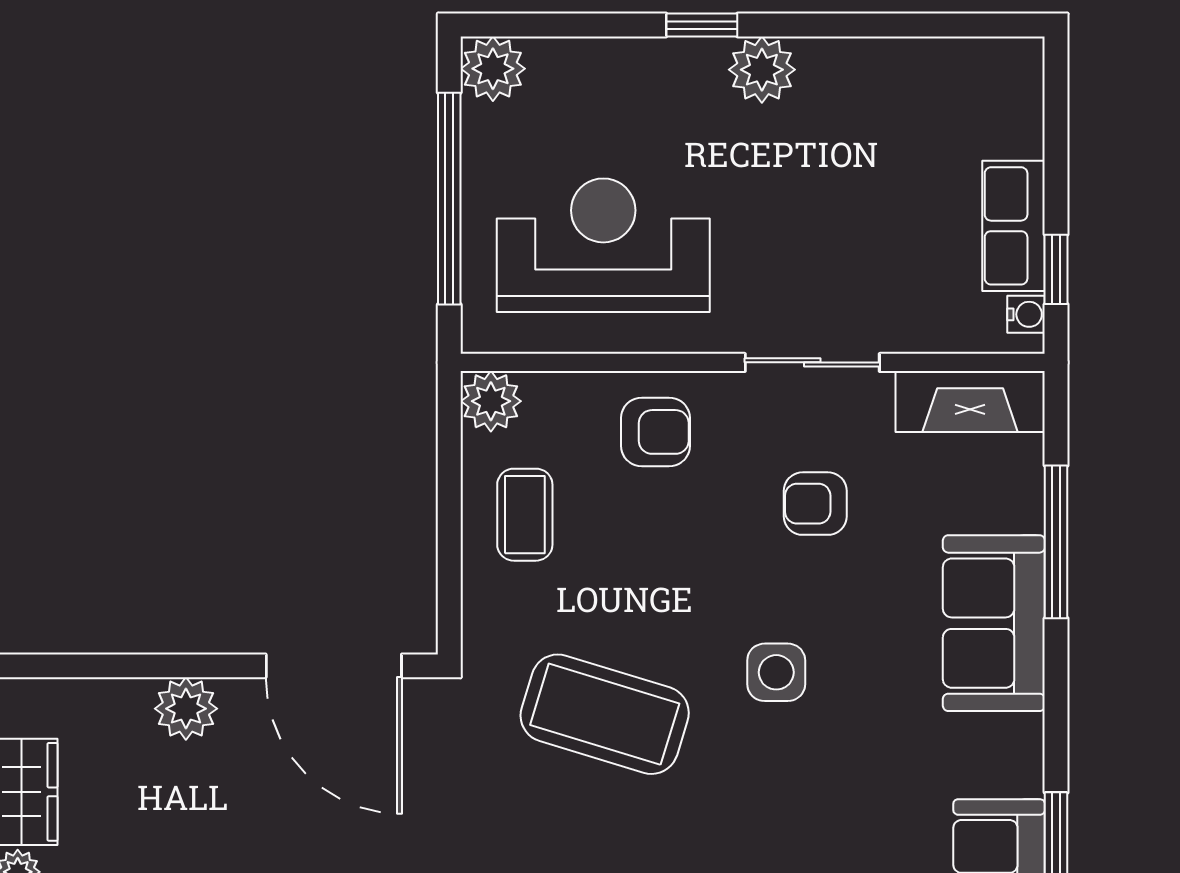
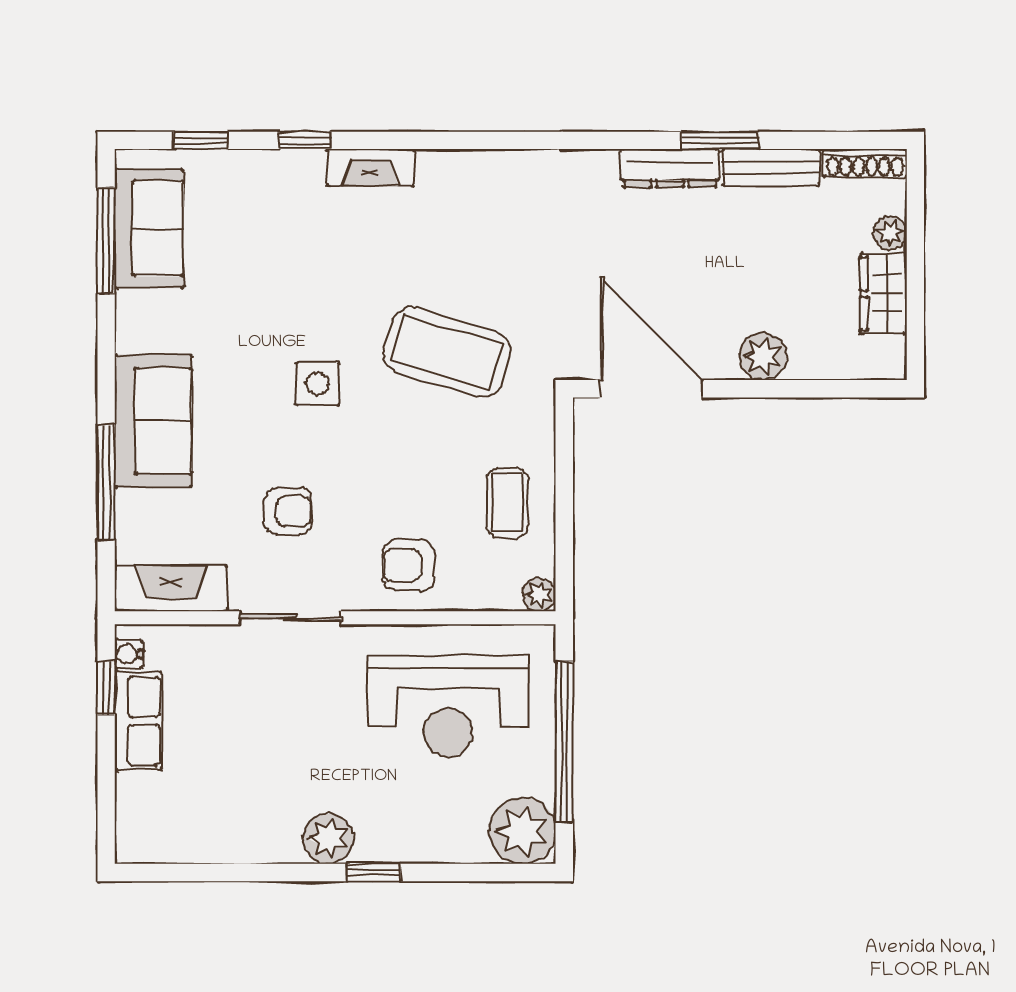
plant: (493, 69) -> (522, 831), width x1.36, depth x1.36
plant: (491, 401) -> (539, 595), width x0.73, depth x0.73

